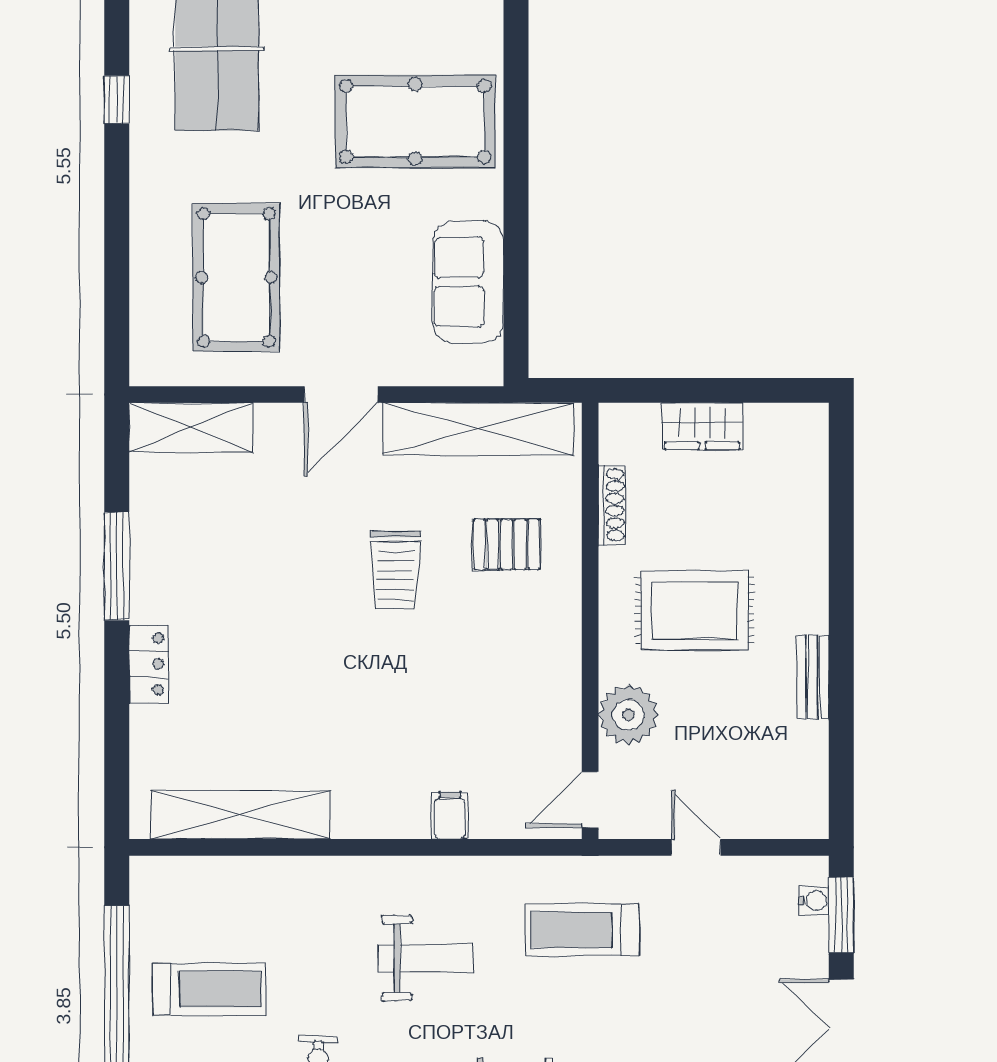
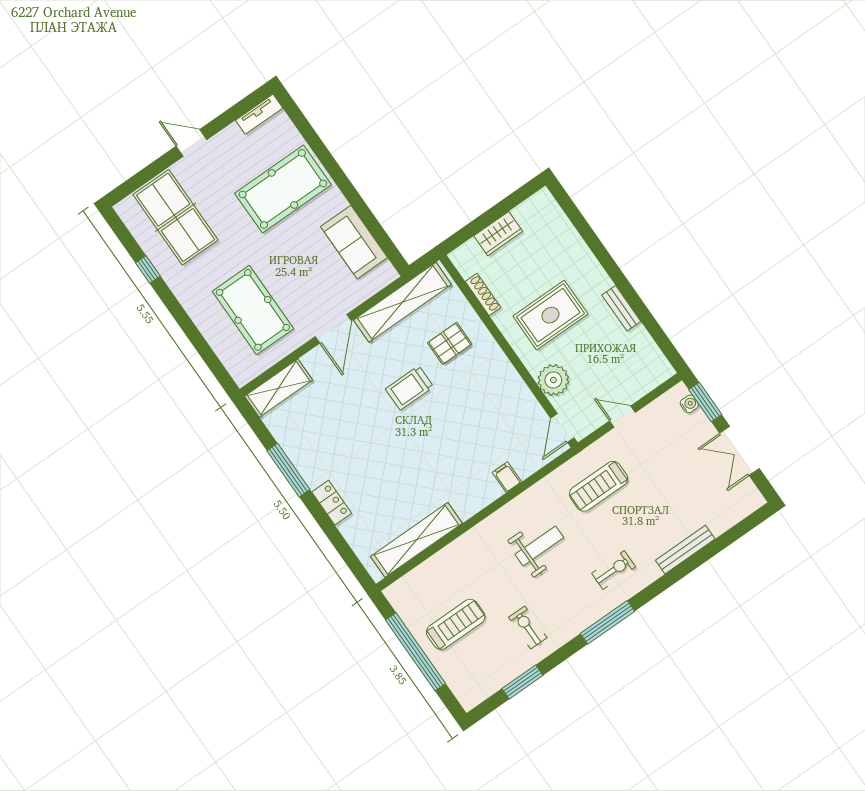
trolley: (395, 570) -> (409, 388), turned 90

